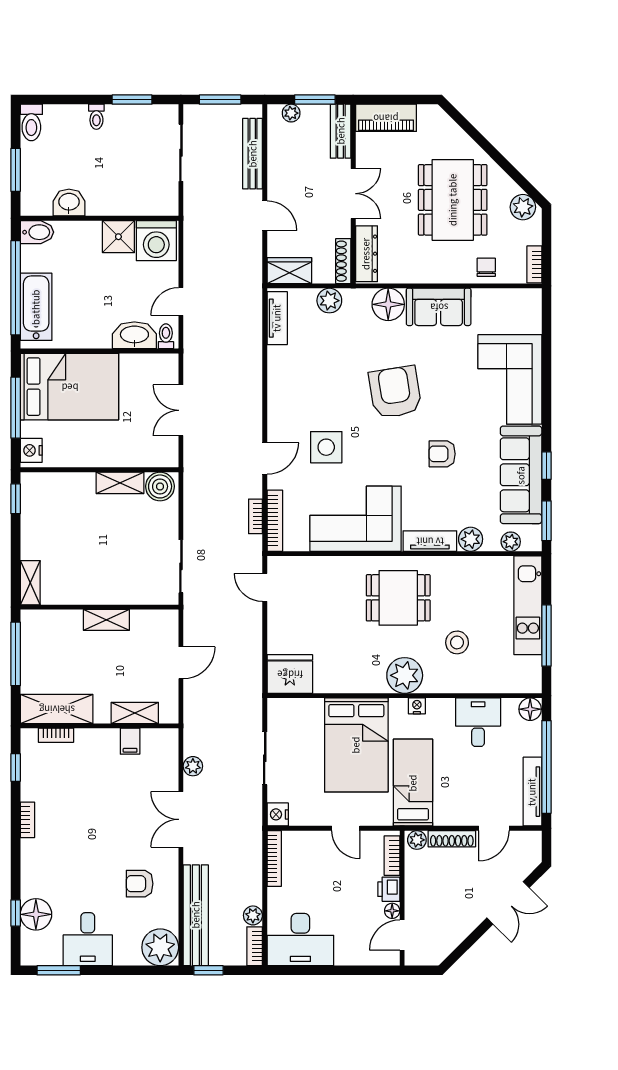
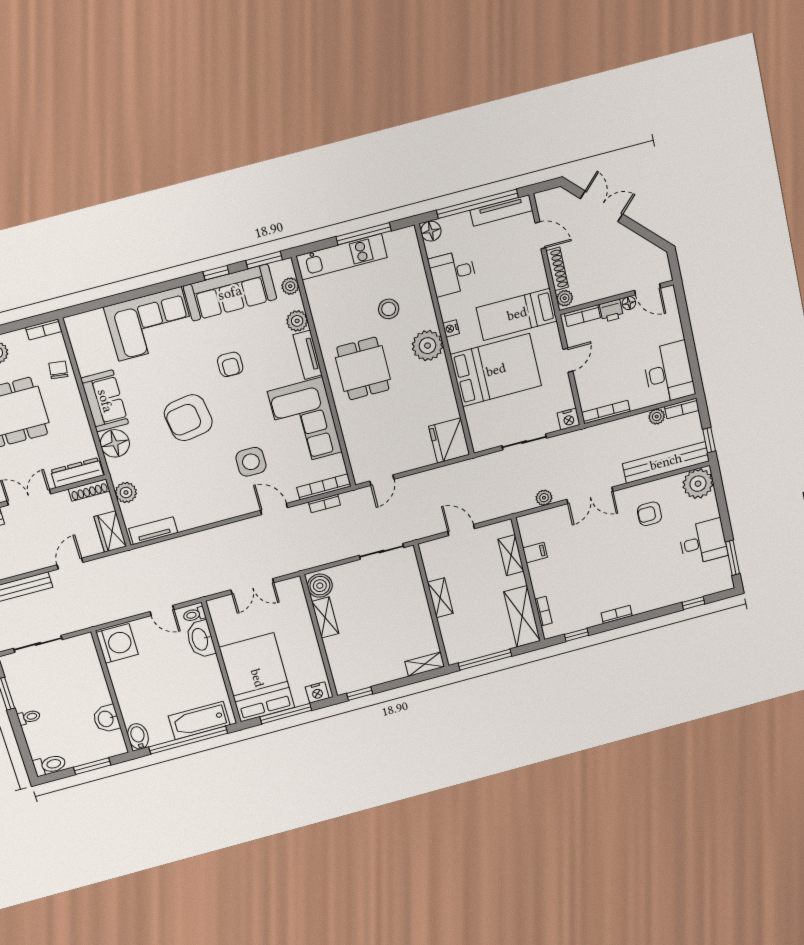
shower: (118, 237) -> (123, 673), removed
chair: (486, 267) -> (58, 370), turned 97
armchair: (140, 884) -> (649, 514), turned 90
floor lamp: (36, 914) -> (691, 587), removed

